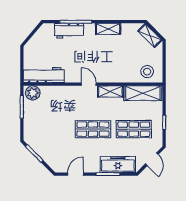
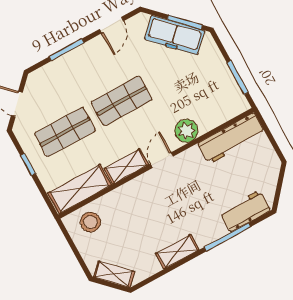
workbench: (69, 31) -> (245, 211), moved
door: (89, 84) -> (162, 160), swing flipped
plant: (33, 93) -> (186, 131), moved
freezer: (118, 164) -> (175, 35), moved, turned 45

